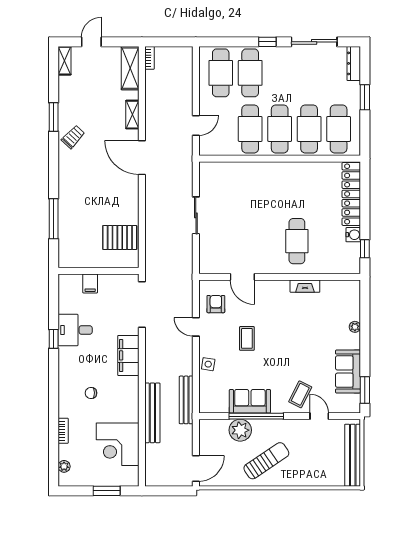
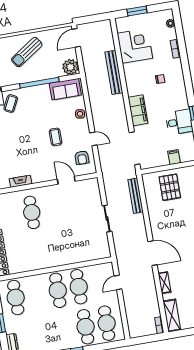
cafe table: (309, 129) -> (37, 294), removed
pallet: (120, 237) -> (170, 187), moved, turned 90
bench: (186, 400) -> (136, 196), moved
sofa: (250, 401) -> (65, 89), moved
plant: (240, 430) -> (70, 67), moved

